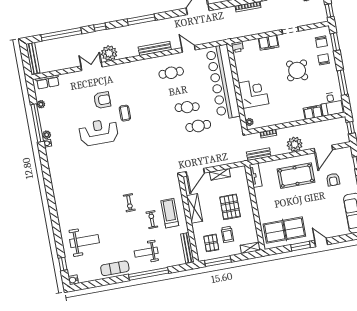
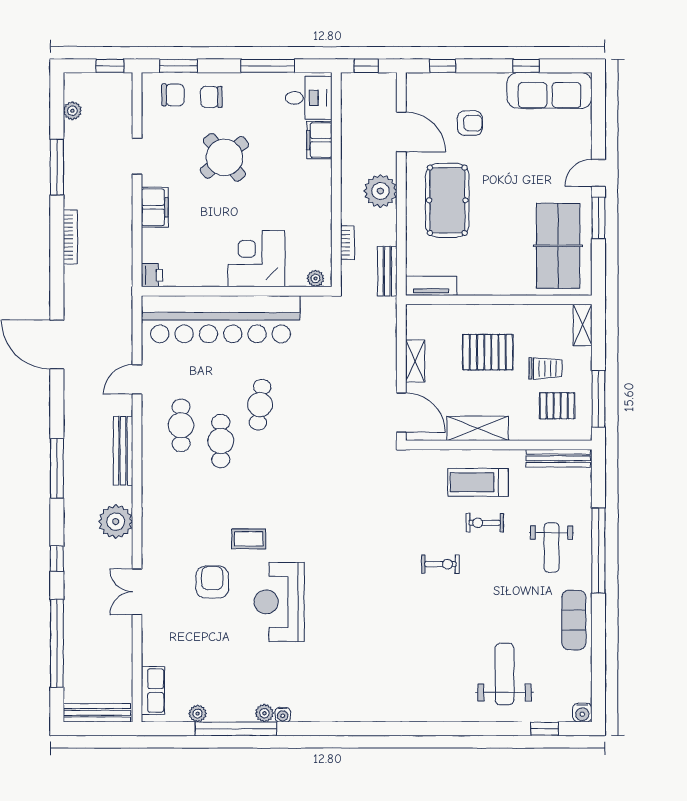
plant: (109, 53) -> (116, 522), moved
cafe table: (198, 126) -> (221, 441), moved

